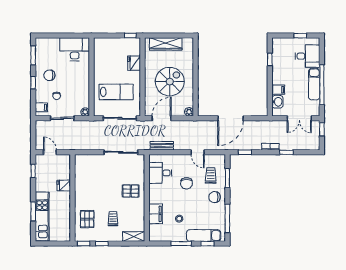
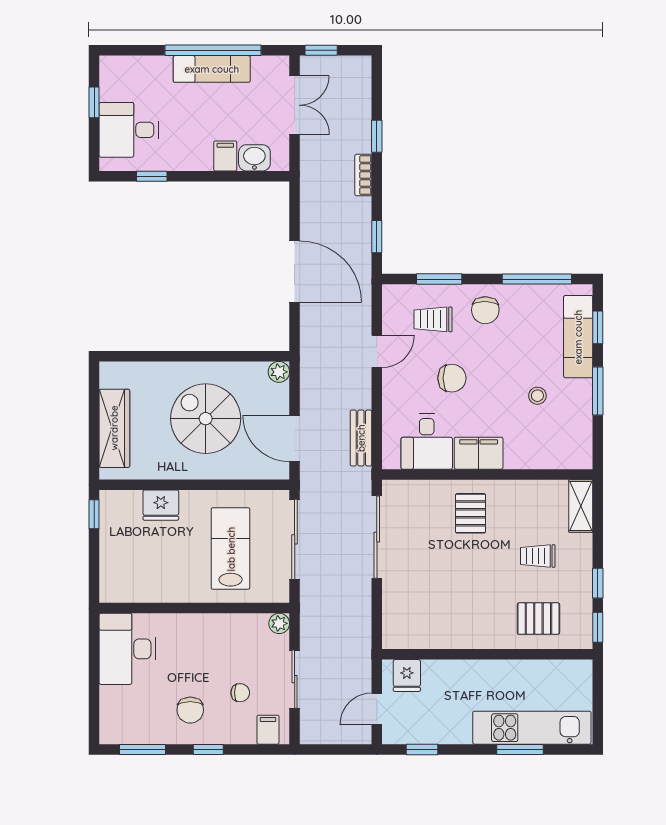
desk: (308, 56) -> (129, 130), moved, turned -90
fridge: (64, 186) -> (407, 675), moved
filing cabinet: (155, 214) -> (479, 453), moved

